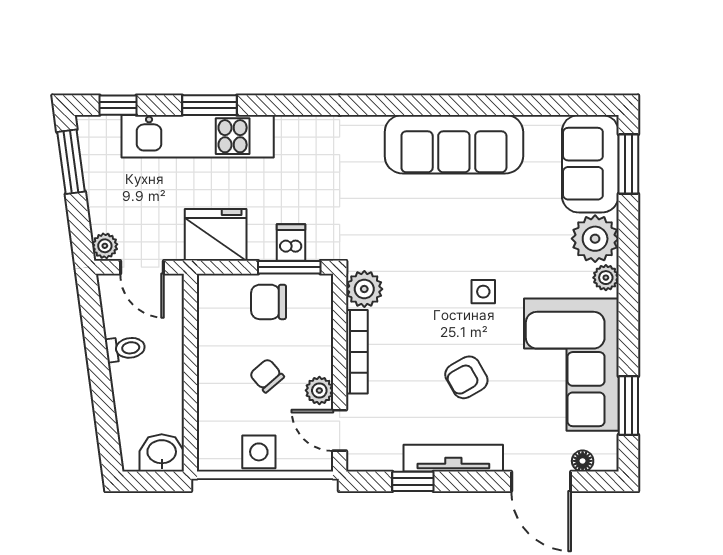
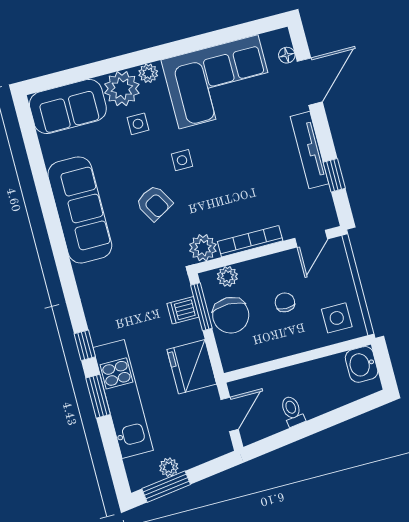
window: (118, 105) -> (85, 345), moved
window: (628, 164) -> (61, 79), removed
plant: (105, 246) -> (169, 467), moved
side table: (545, 247) -> (138, 124), added
chair: (269, 302) -> (231, 315), width x1.37, depth x1.37
chair: (267, 376) -> (285, 302), turned 131
armchair: (466, 377) -> (154, 203), moved
plant: (319, 390) -> (227, 276), moved
window: (628, 405) -> (237, 32), removed
side table: (259, 452) -> (337, 318), moved

